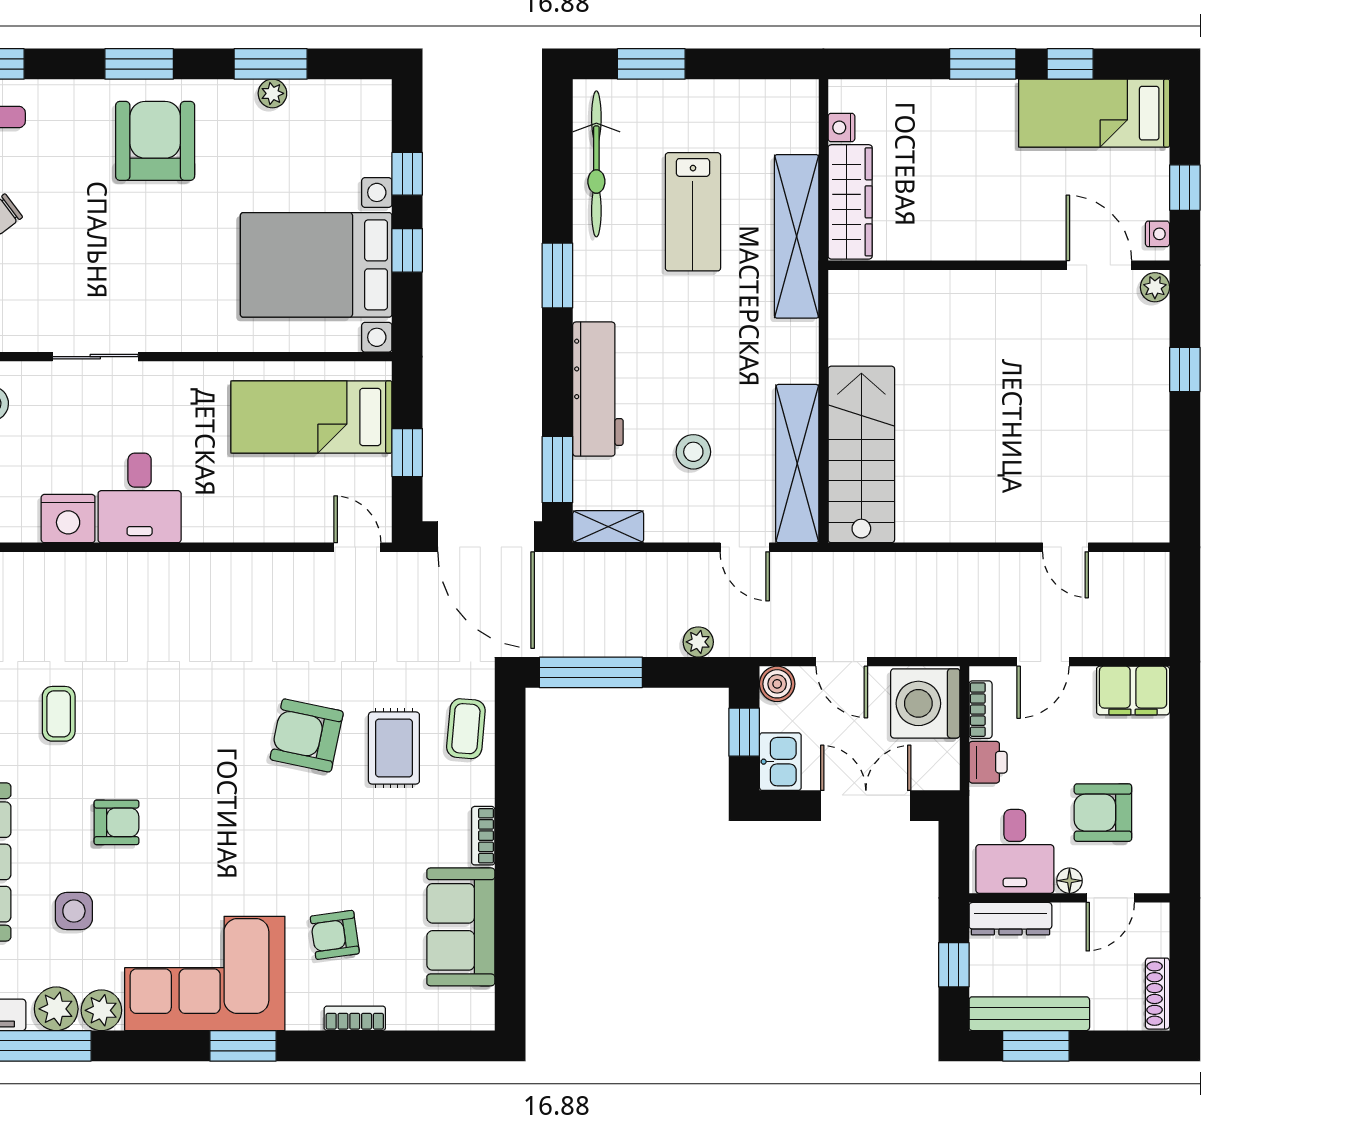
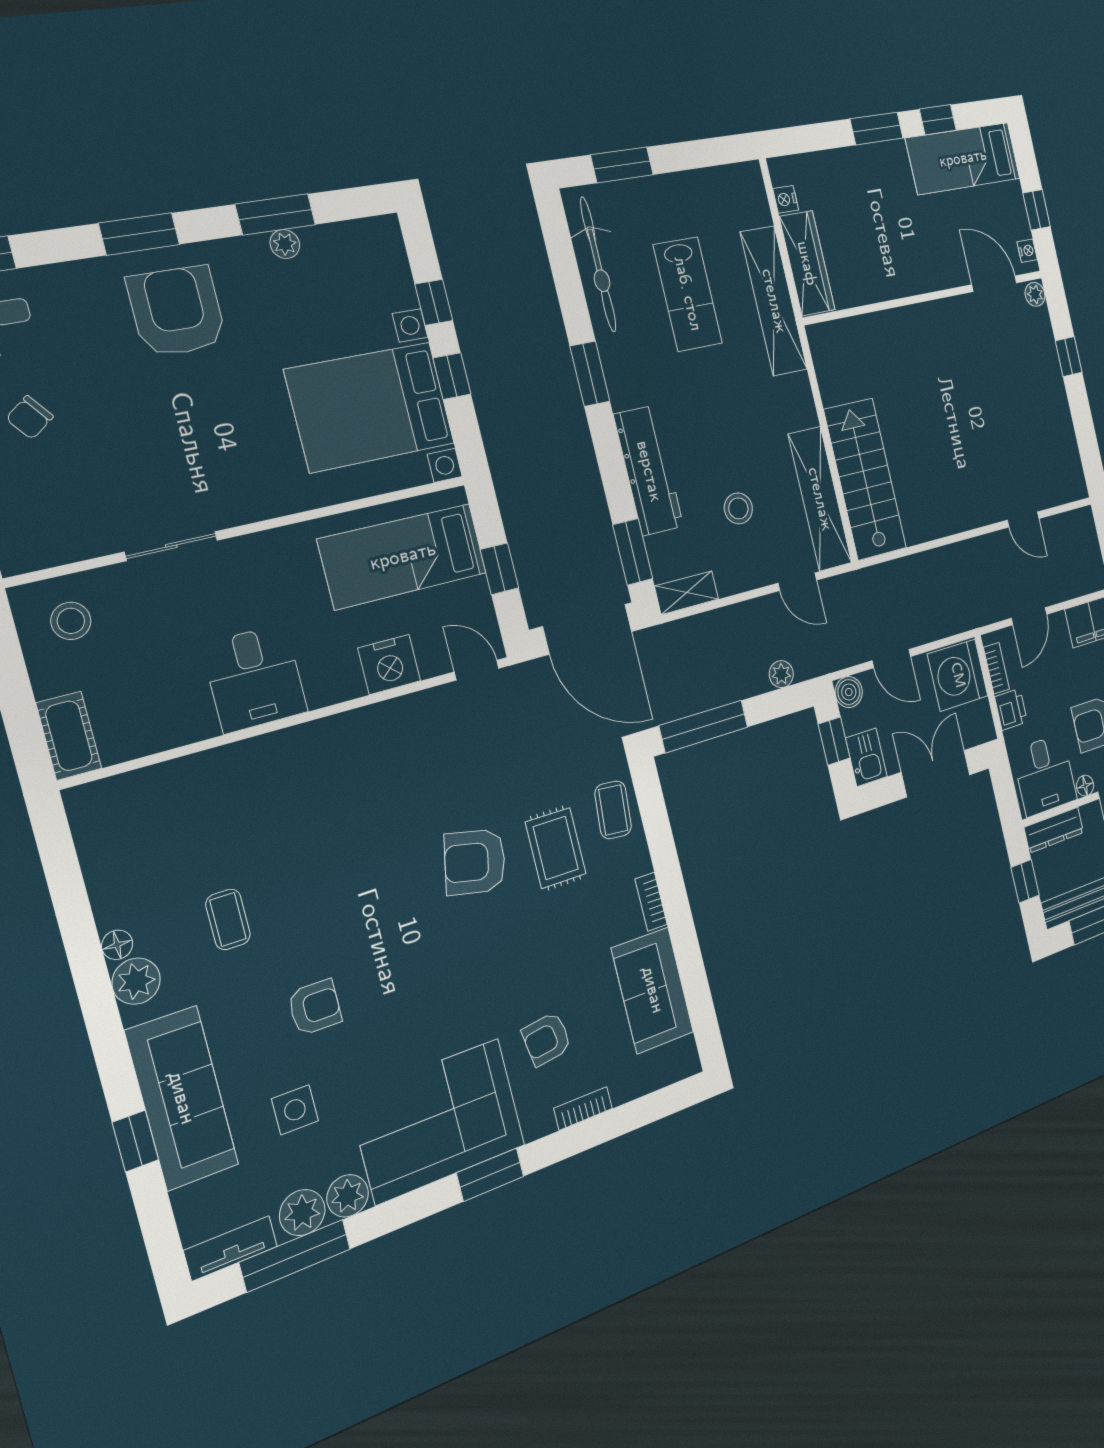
nightstand: (68, 519) -> (389, 664), moved

